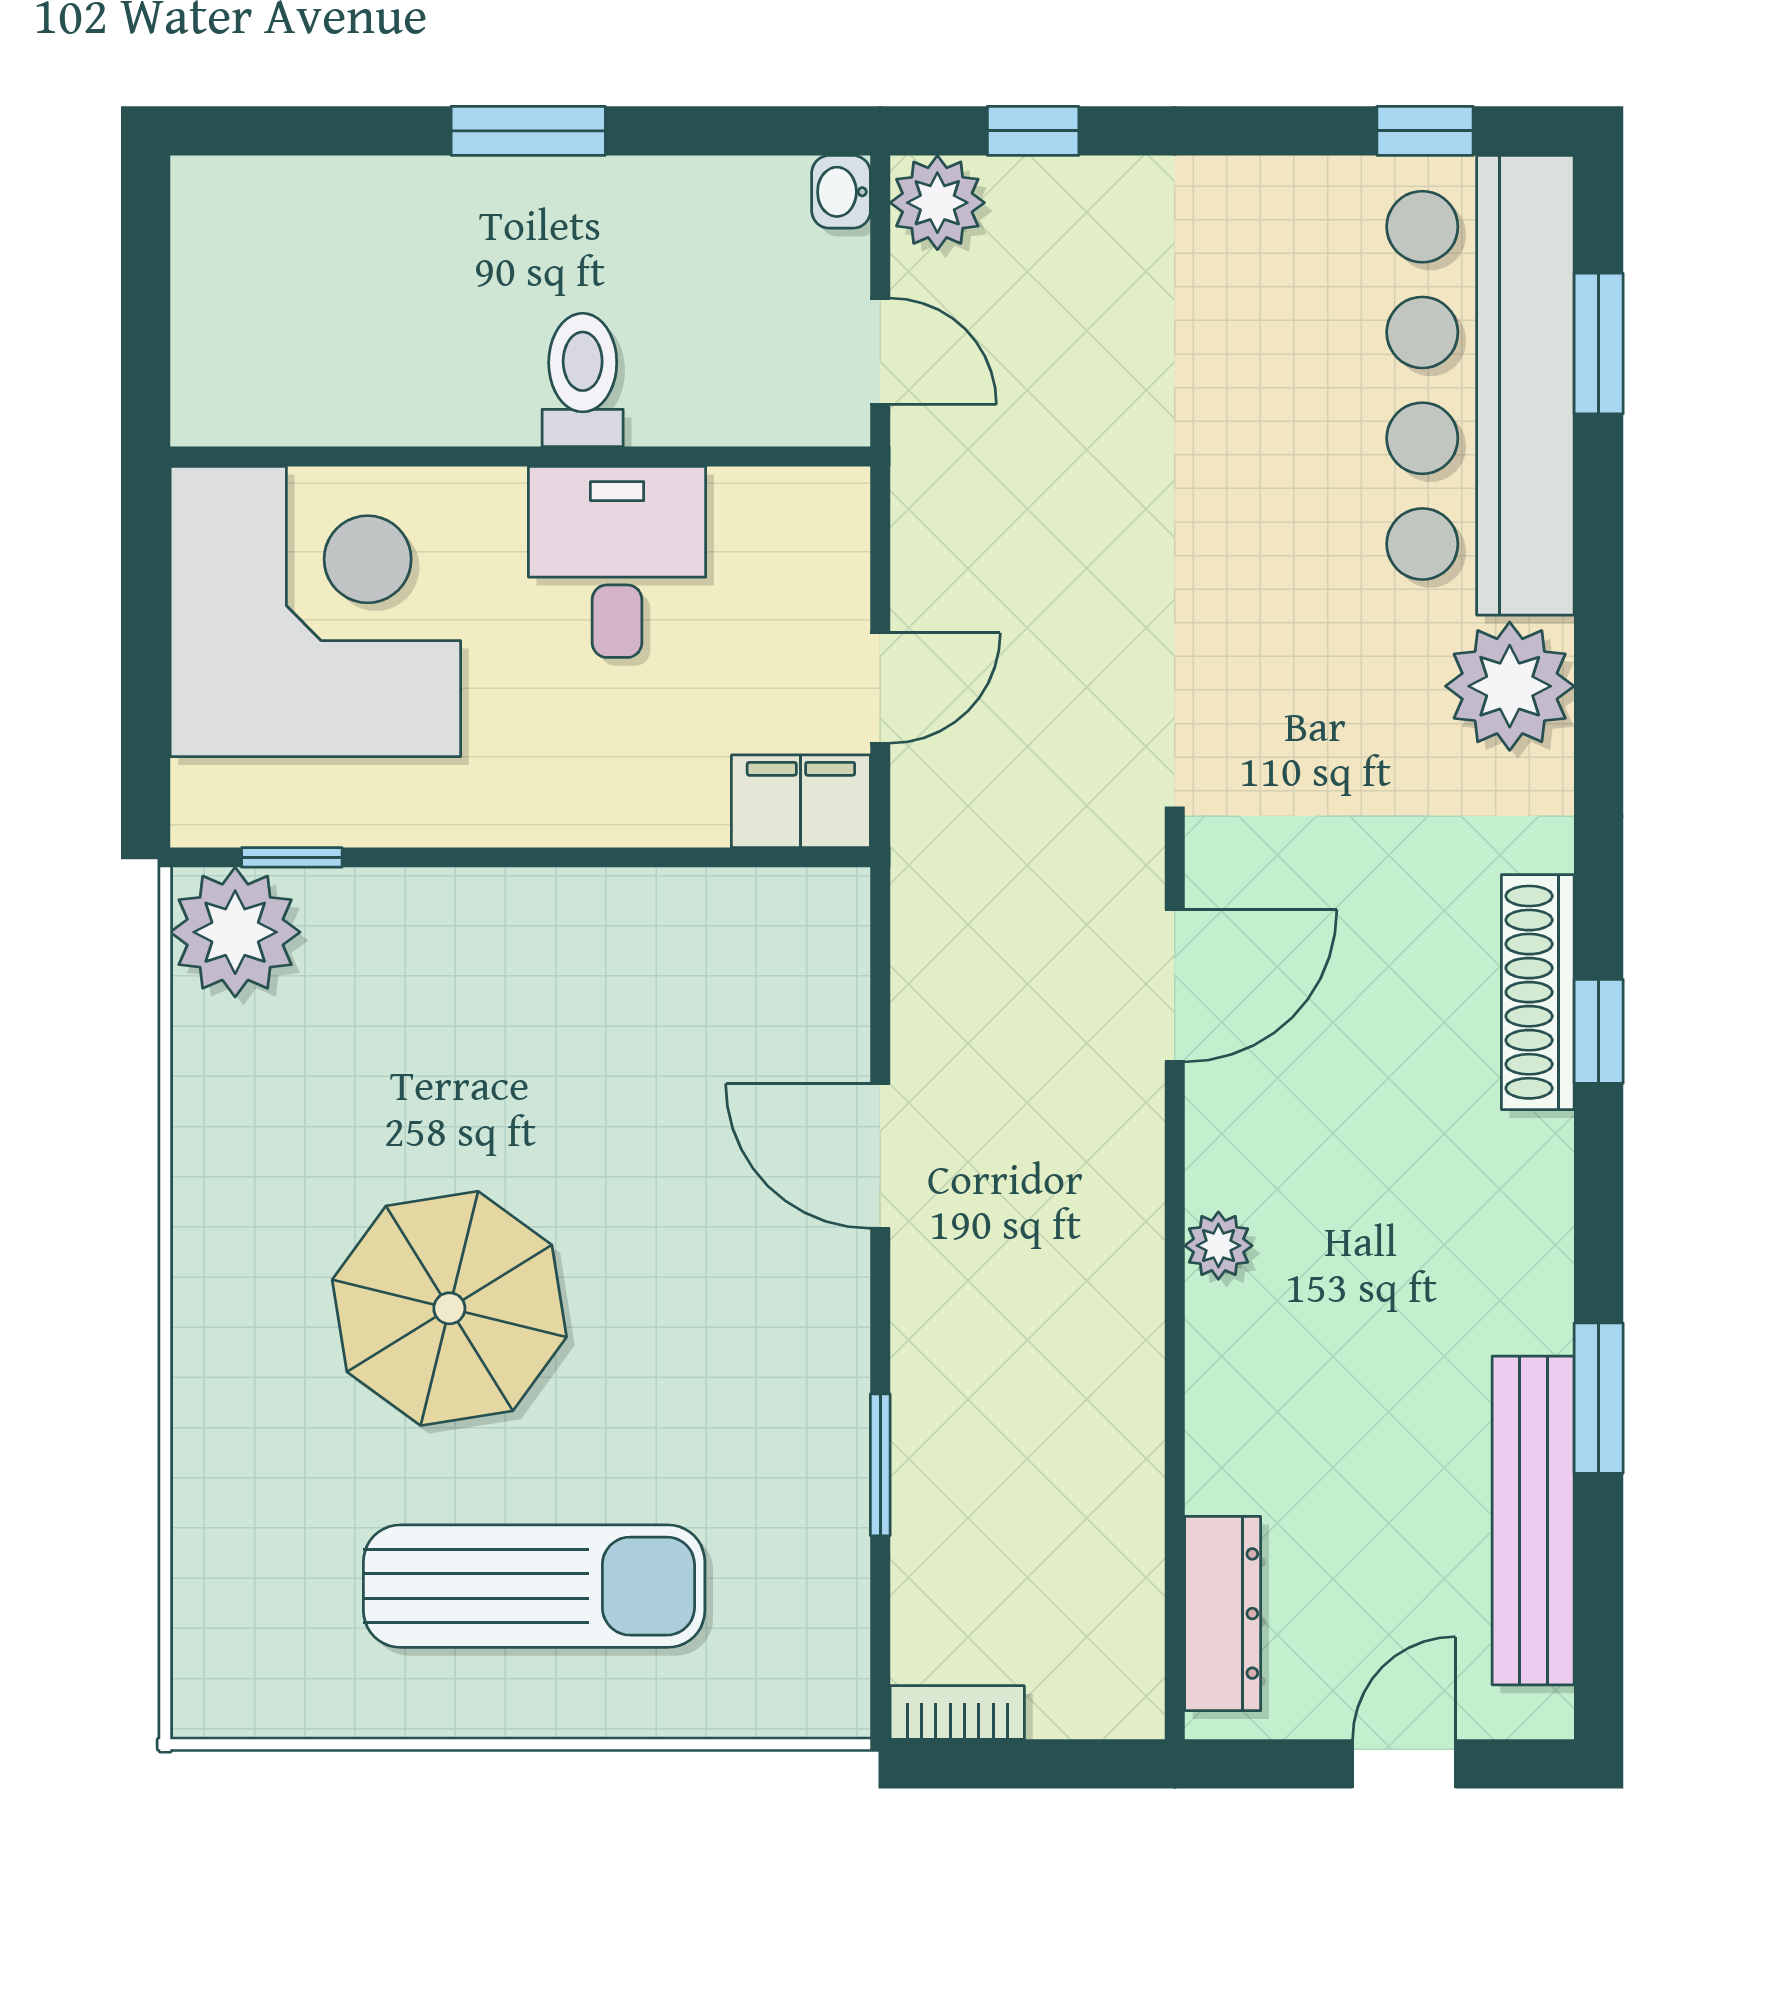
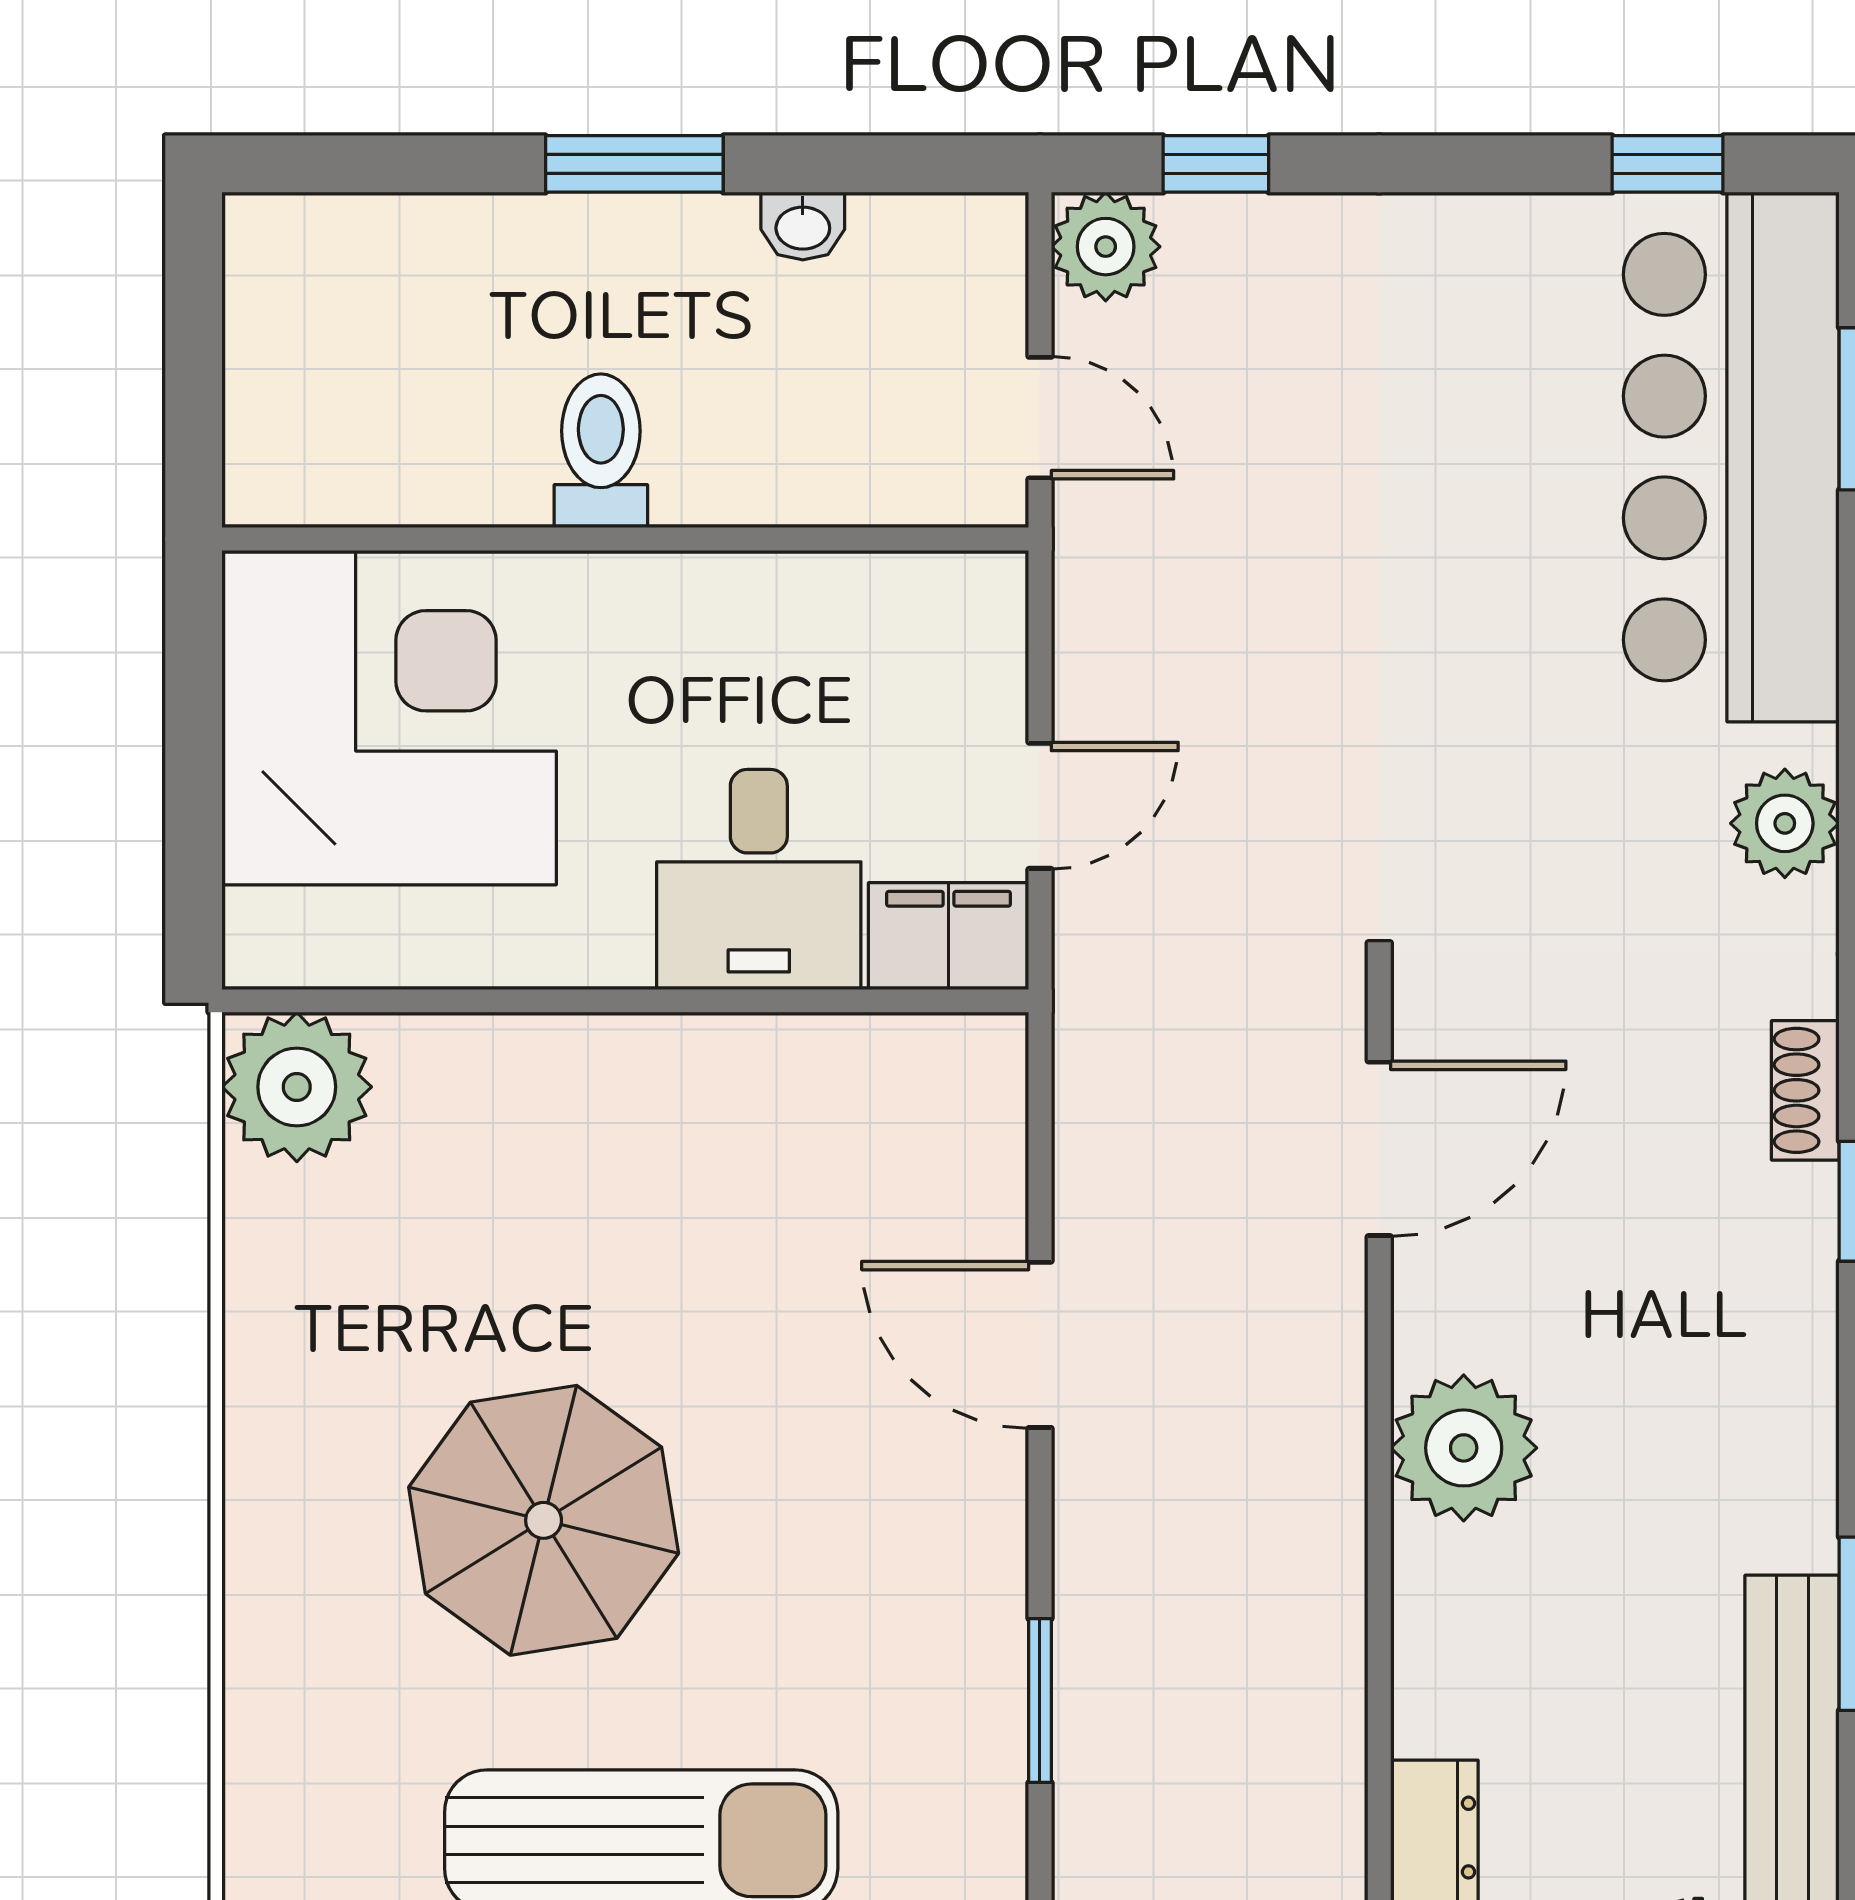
washbasin: (841, 192) -> (803, 226), moved, turned -90
toilet: (583, 380) -> (601, 451), moved
desk: (617, 562) -> (759, 879), moved, turned 180
plant: (1510, 686) -> (1785, 823), width x0.73, depth x0.73
window: (292, 857) -> (362, 1001), removed
shoe rack: (1538, 992) -> (1805, 1090), width x0.51, depth x0.81
plant: (1218, 1246) -> (1464, 1448), width x1.87, depth x1.87

